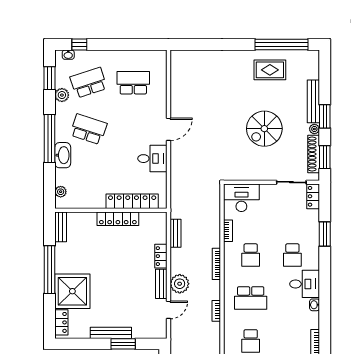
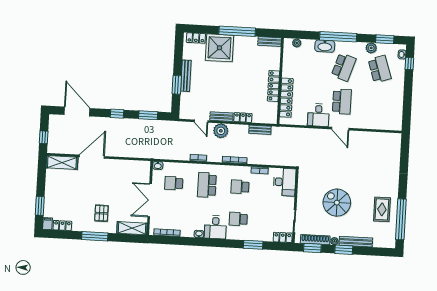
school desk: (133, 83) -> (342, 102), moved

